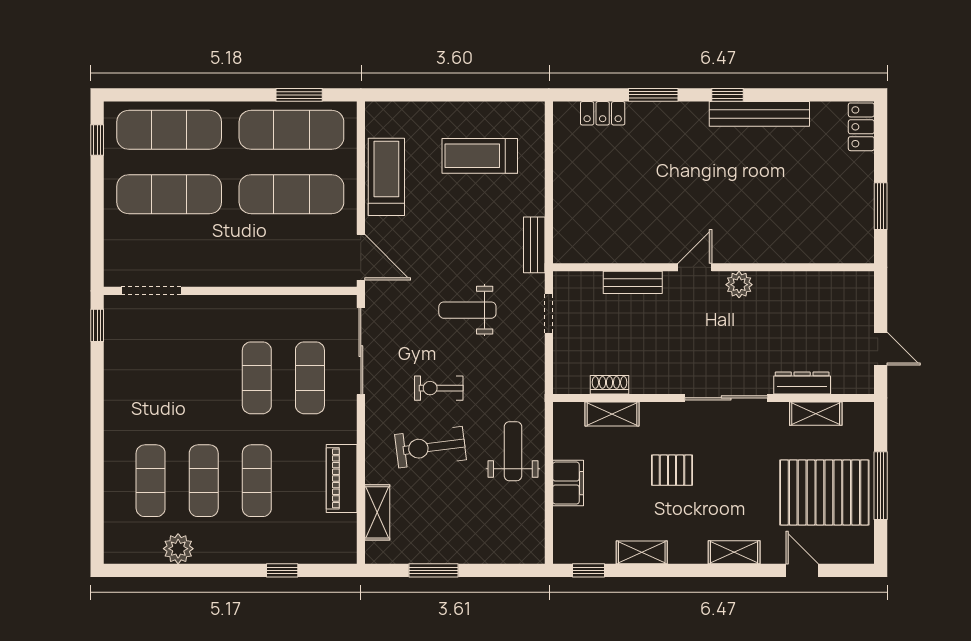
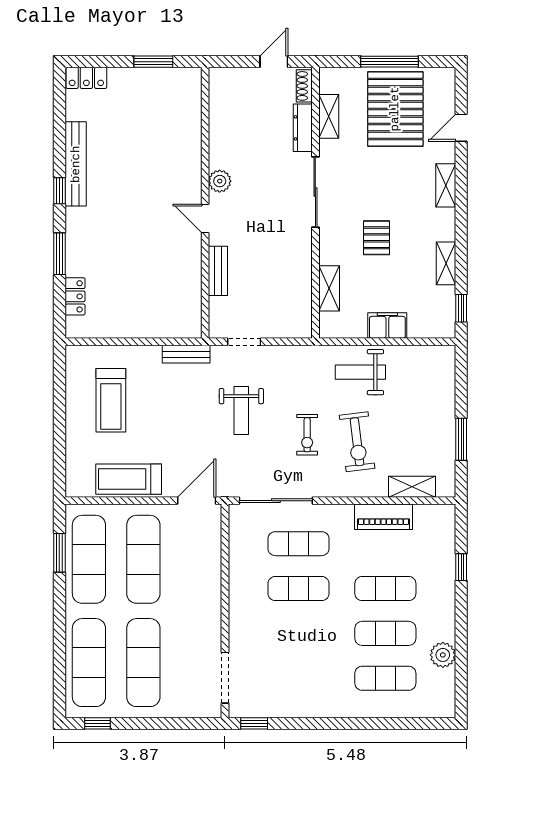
shoe rack: (610, 385) -> (304, 86), moved

